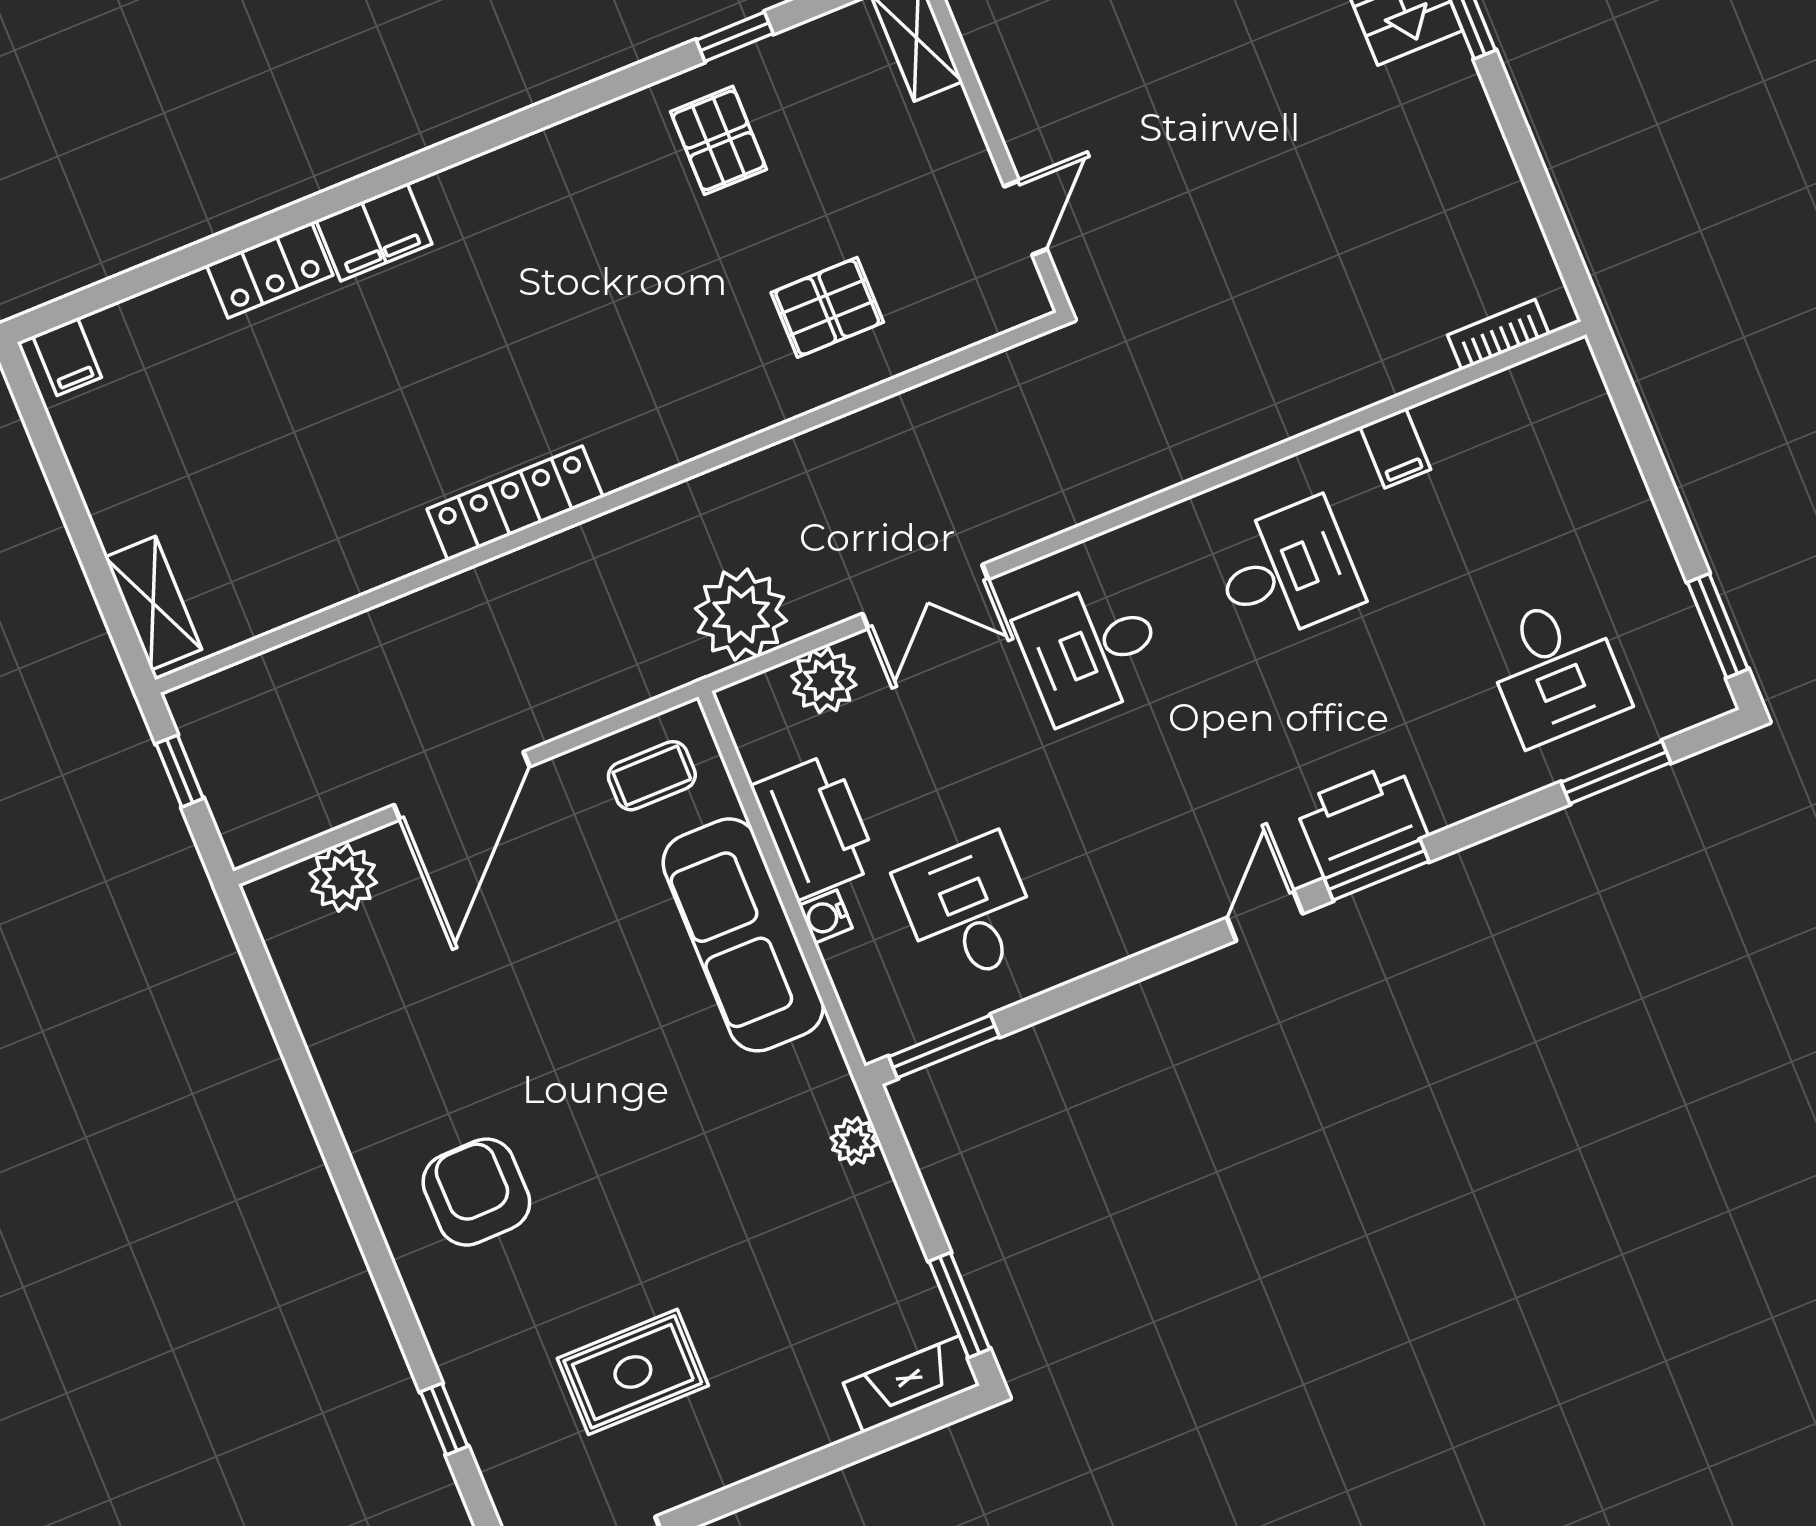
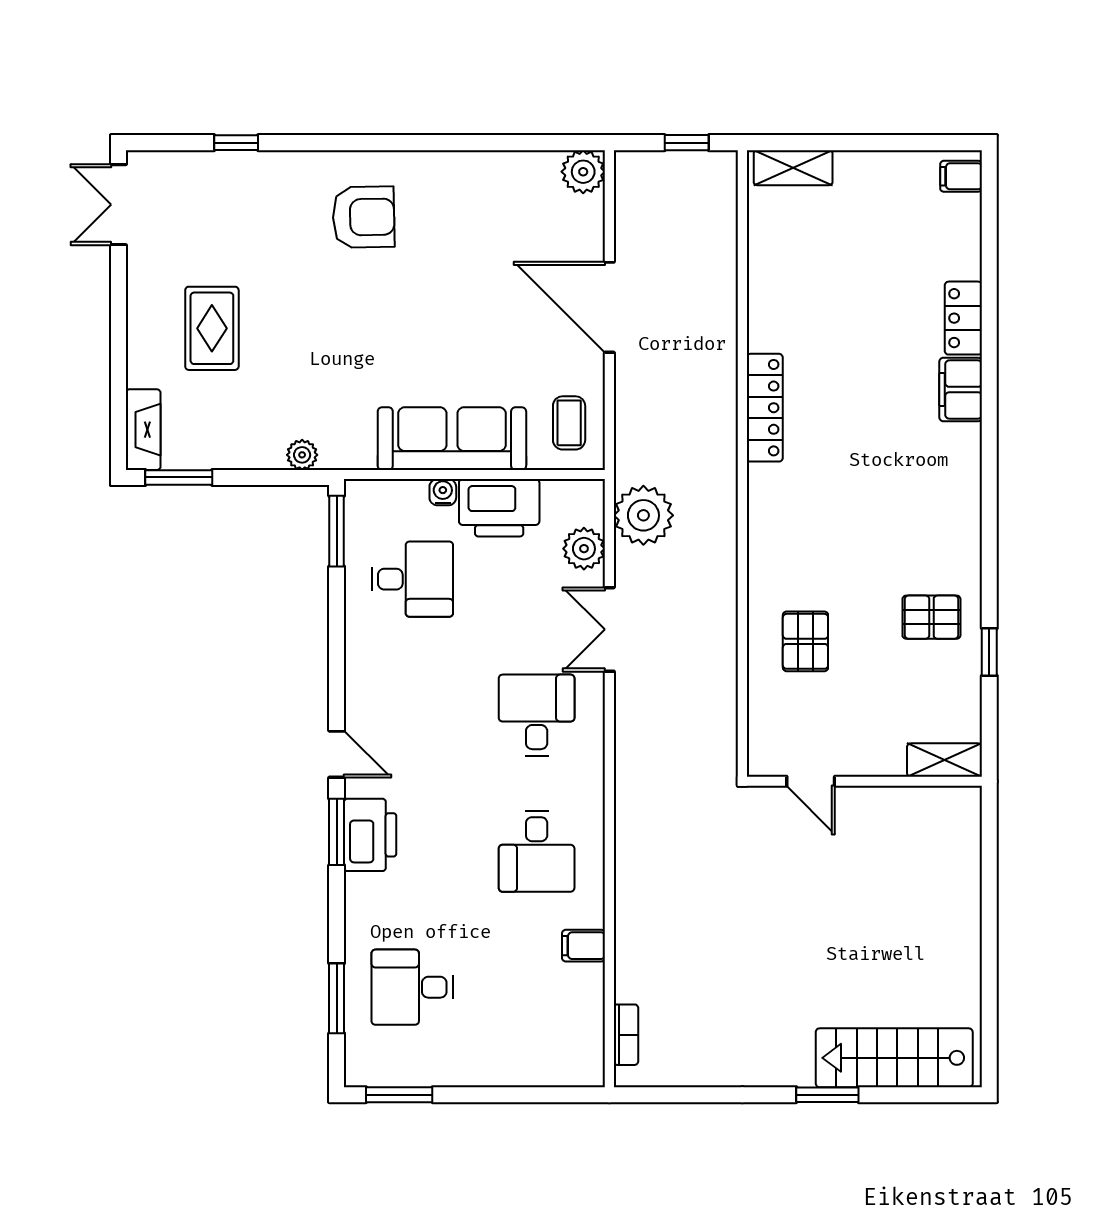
plant: (343, 878) -> (583, 172), moved
rug: (633, 1372) -> (212, 328), moved

